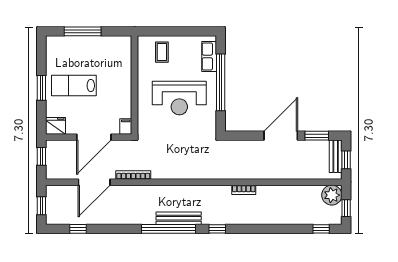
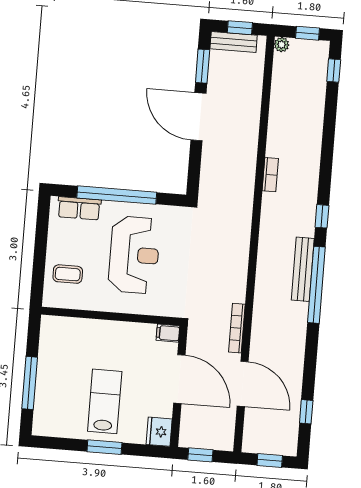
lab bench: (74, 85) -> (105, 401), turned 180
plant: (332, 195) -> (282, 45), width x0.53, depth x0.53

